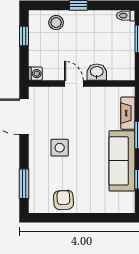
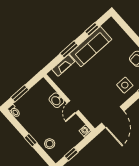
side table: (60, 148) -> (125, 85), moved

